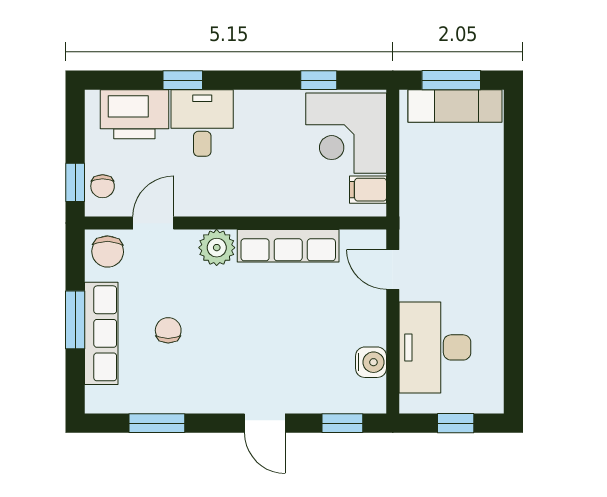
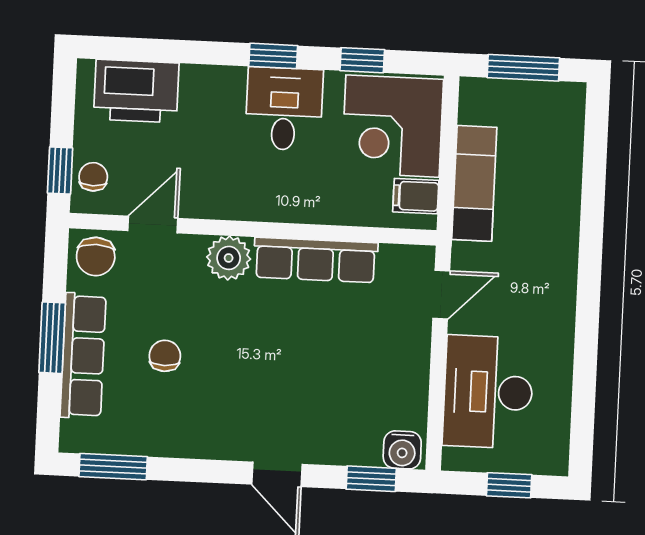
window: (183, 80) -> (273, 56), moved
exam couch: (455, 106) -> (474, 183), moved, turned -90
desk: (202, 123) -> (284, 109), moved
chair: (103, 186) -> (93, 177), turned 180
door: (393, 269) -> (441, 295), swing flipped
water cooler: (371, 362) -> (402, 450), moved, turned 90
window: (157, 423) -> (113, 467), moved

